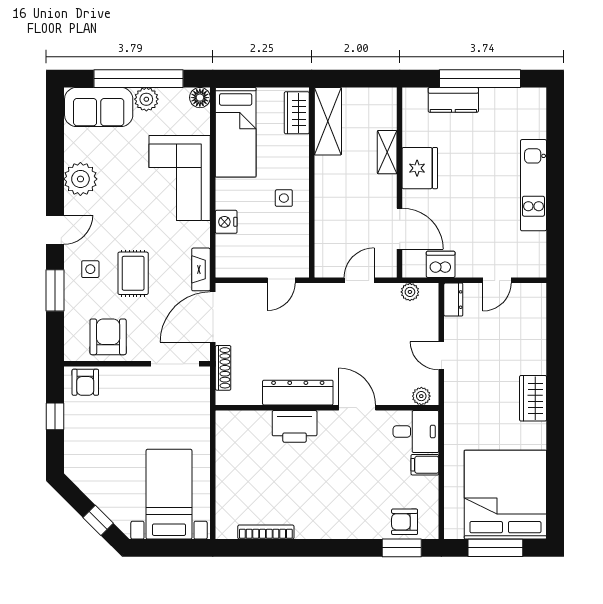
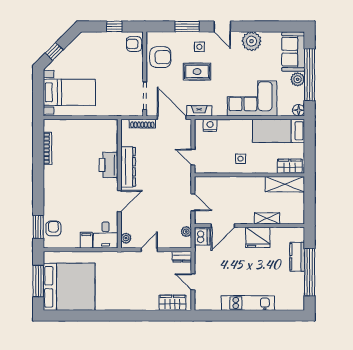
nightstand: (226, 222) -> (210, 125), moved
dishwasher: (441, 264) -> (202, 237), moved
wardrobe: (533, 398) -> (172, 303), moved

